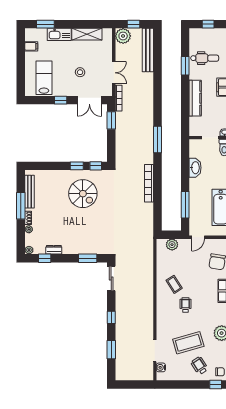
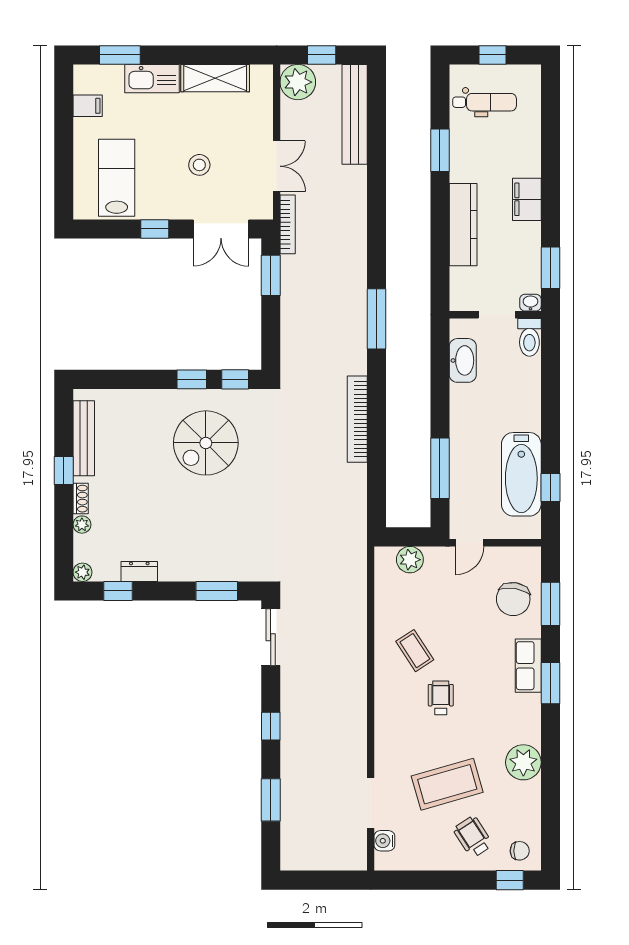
dental chair: (205, 58) -> (485, 102), moved
washbasin: (195, 168) -> (463, 360), moved
spiral stairs: (83, 194) -> (206, 443), turned 90
window: (21, 206) -> (64, 471), width x0.46

